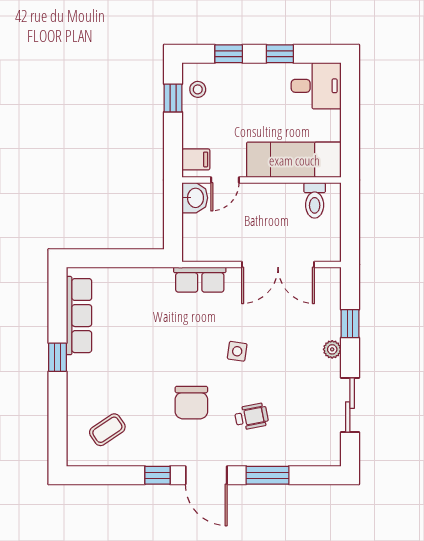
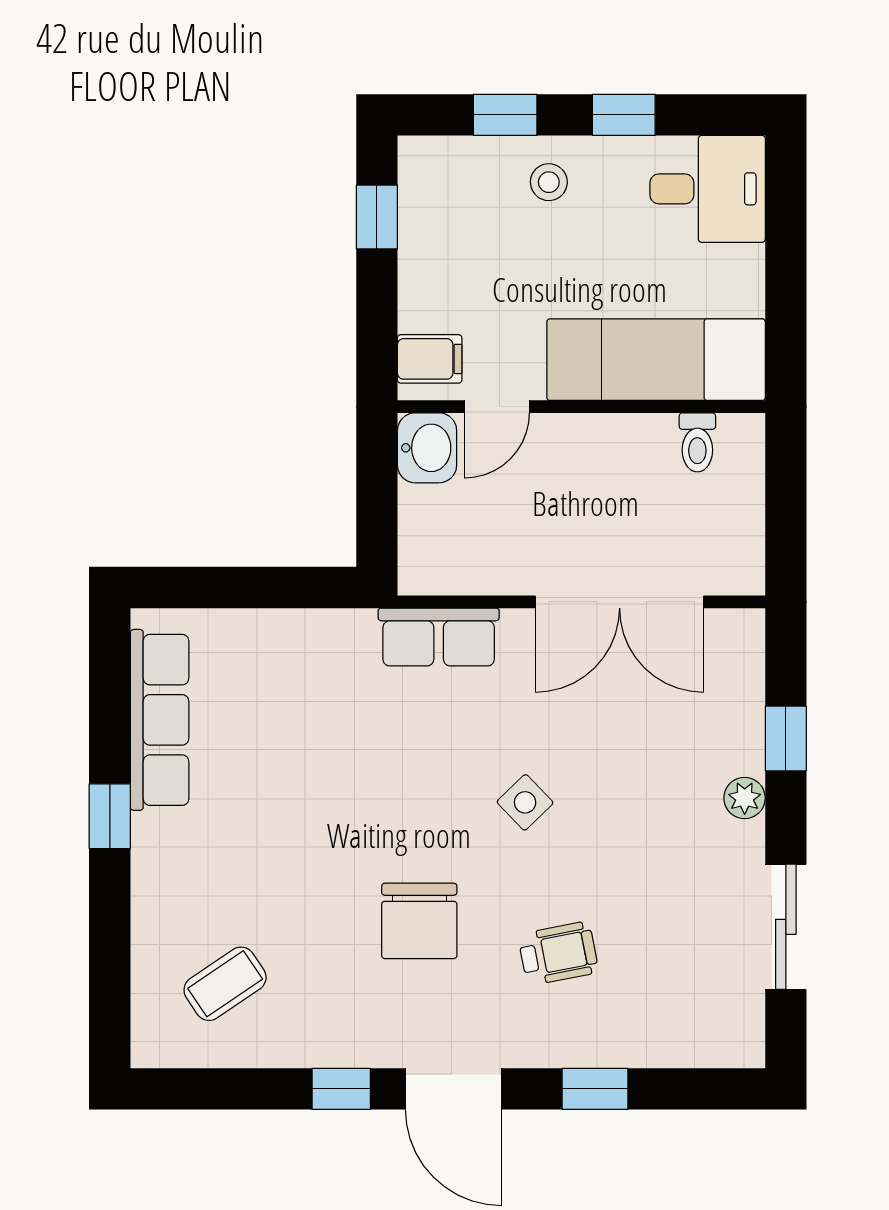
stool: (198, 89) -> (549, 182), moved
toilet: (315, 200) -> (697, 442), width x0.73, depth x0.72
side table: (237, 351) -> (525, 802), turned 38
window: (267, 475) -> (595, 1089), width x0.67

